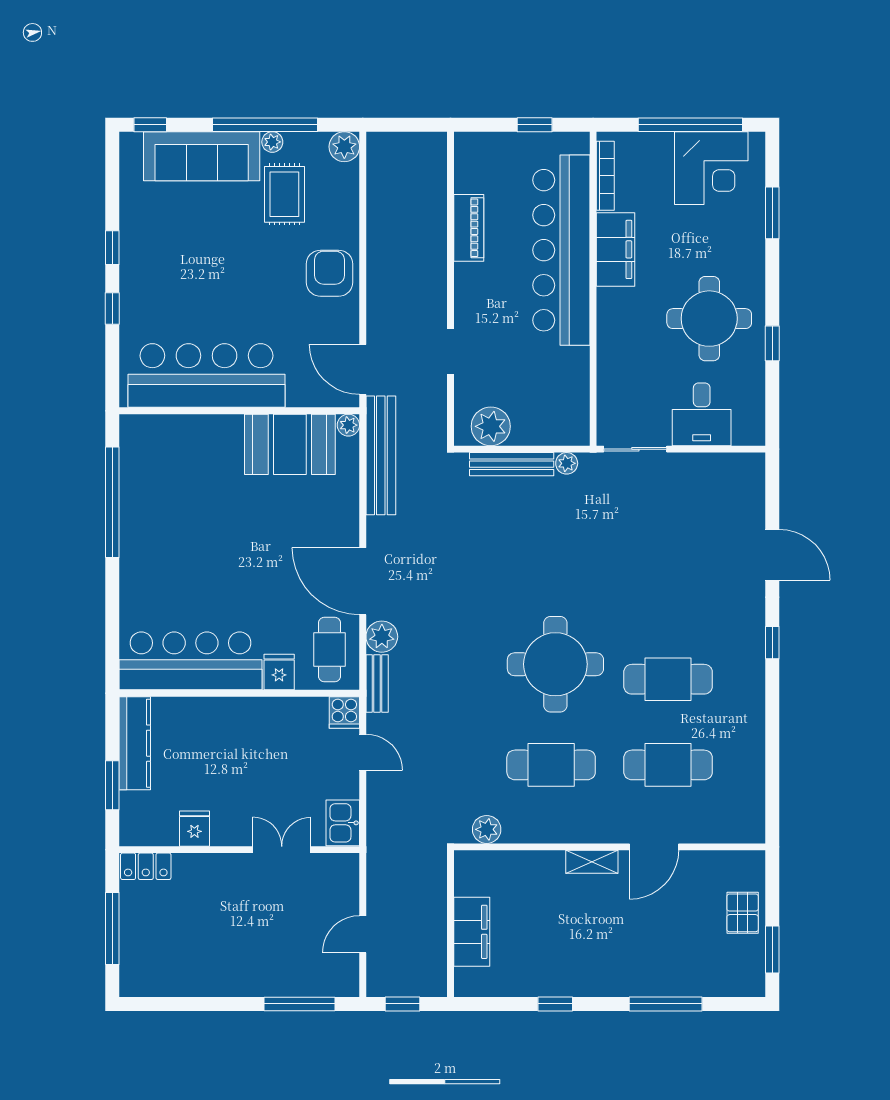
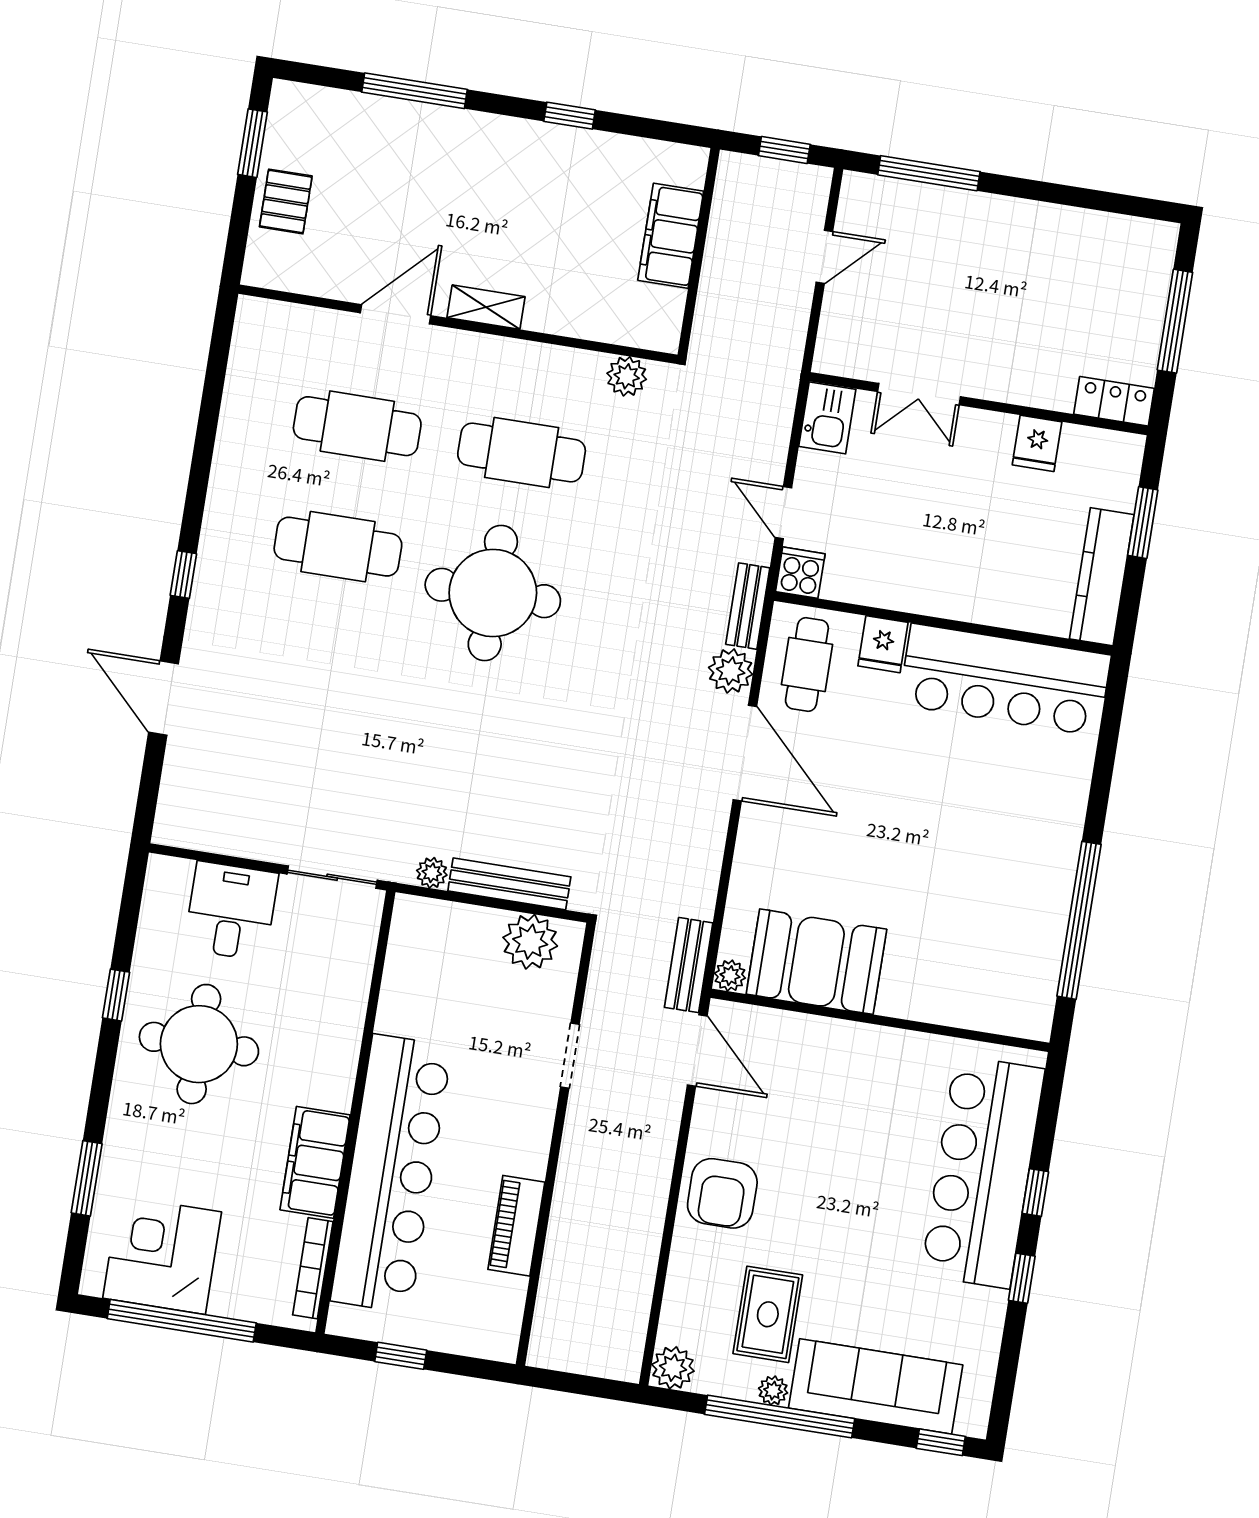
bar counter: (206, 376) -> (983, 1172), moved, turned 90
bench: (381, 455) -> (689, 965), width x0.54, depth x0.82

